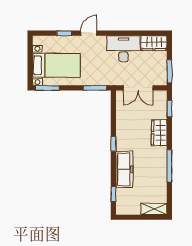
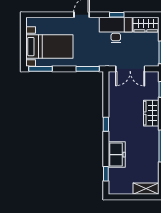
window: (64, 33) -> (117, 15), moved
freezer: (124, 169) -> (117, 155), width x0.71

